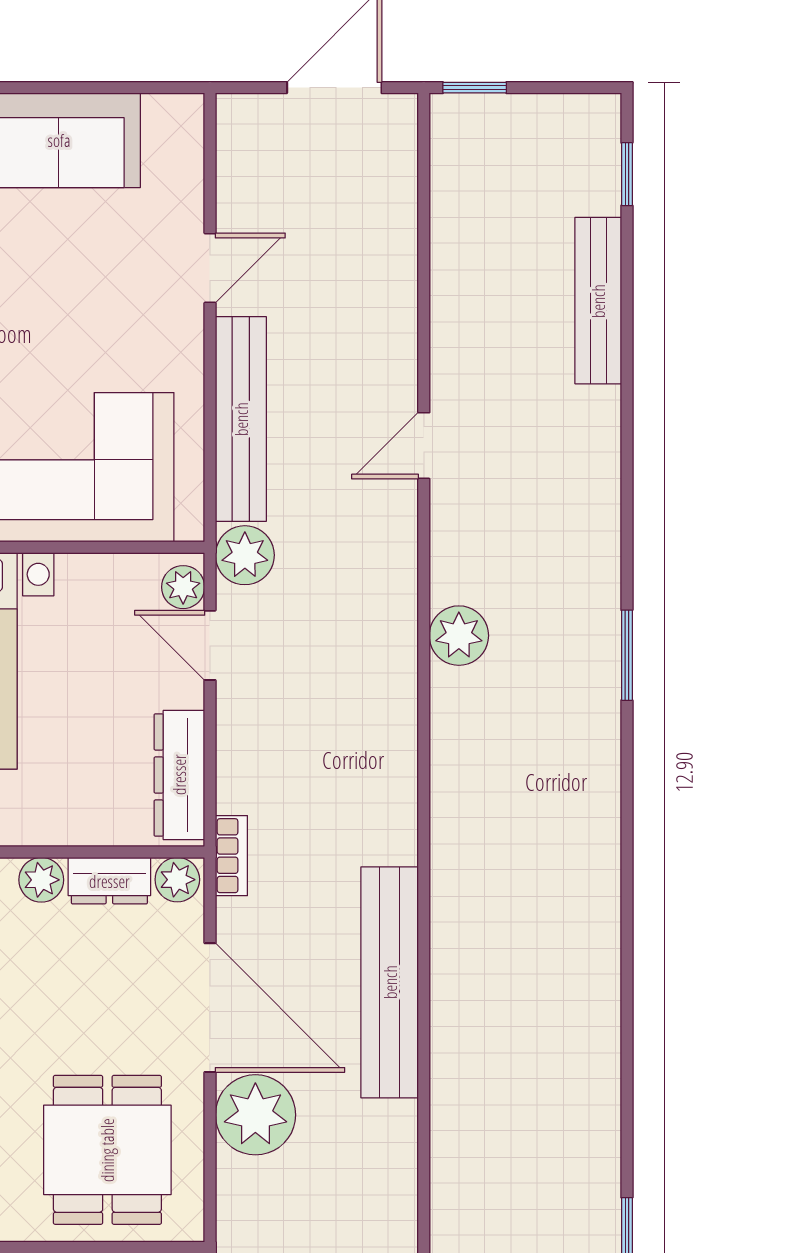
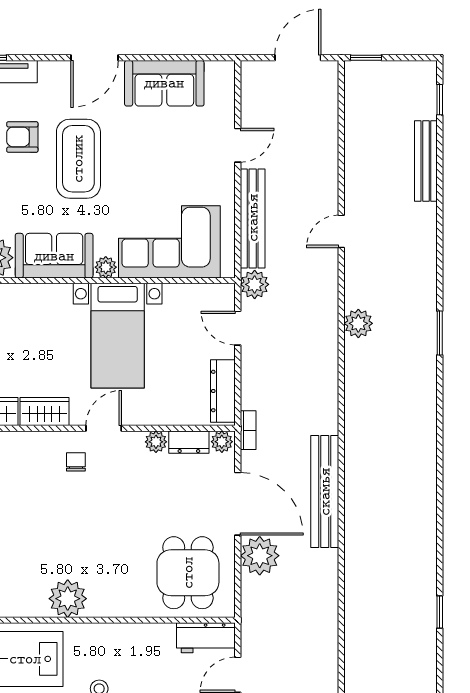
plant: (183, 587) -> (225, 300), removed

